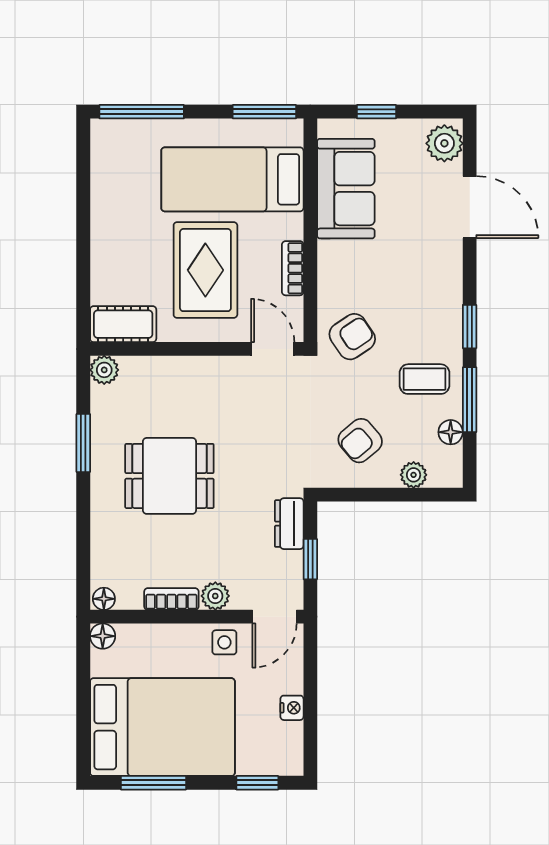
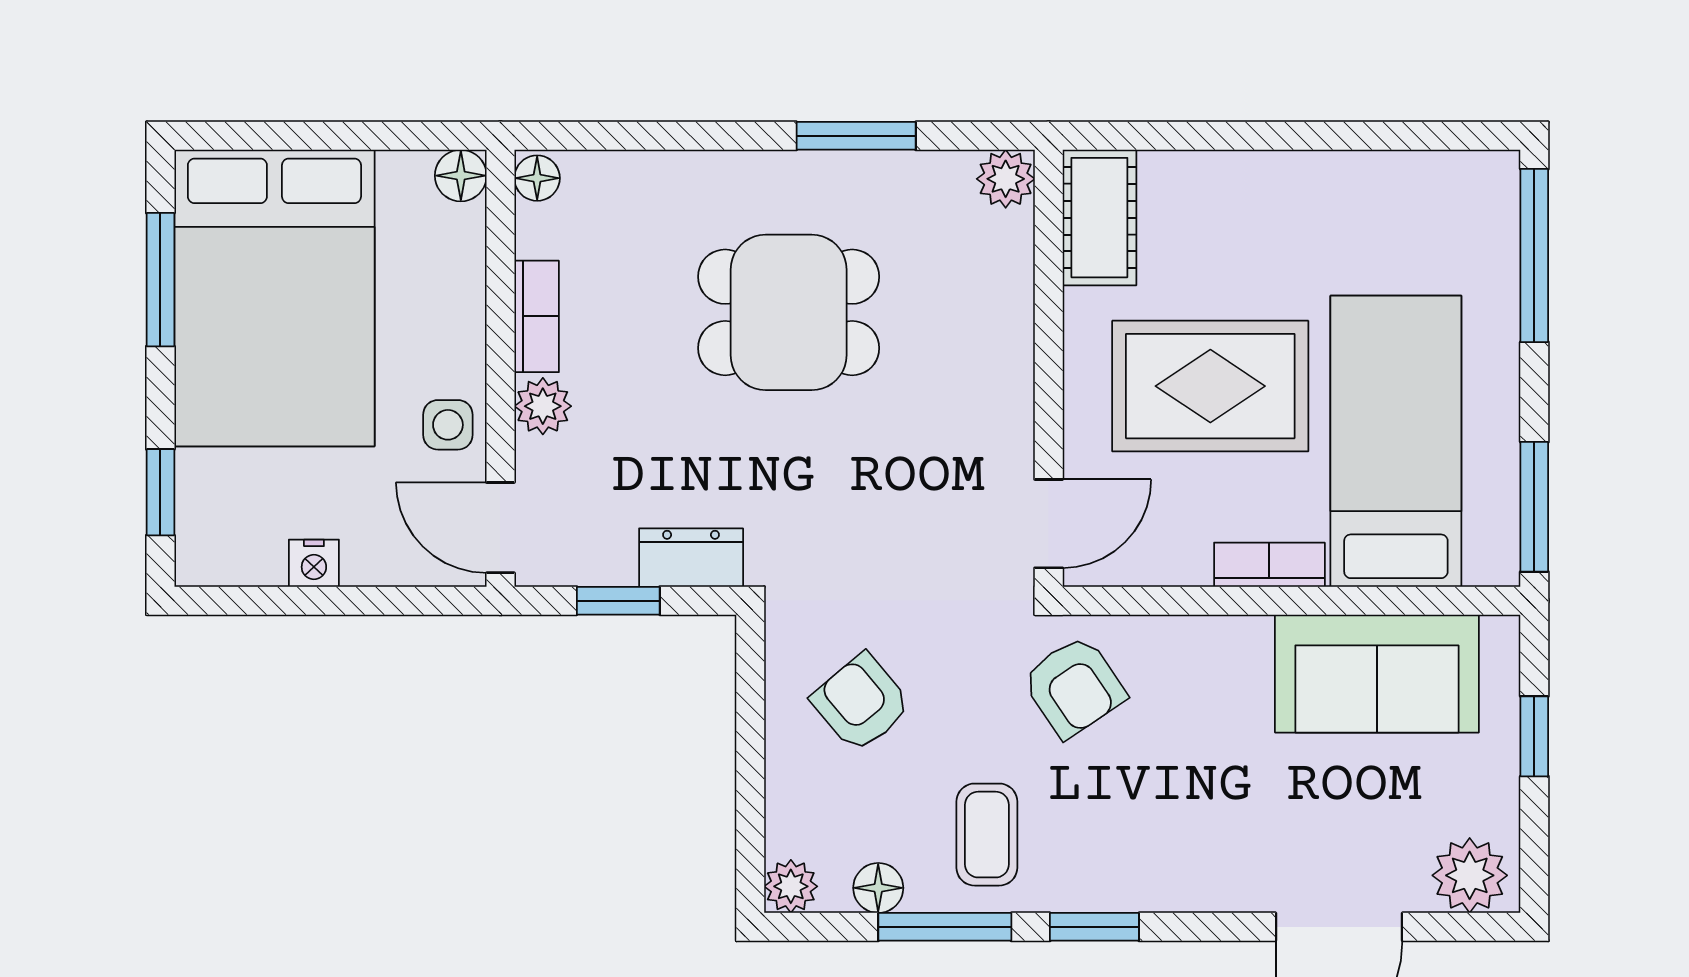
bookcase: (293, 268) -> (1269, 565), moved
plant: (414, 475) -> (791, 886), moved
dining table: (169, 476) -> (789, 312), turned 90

